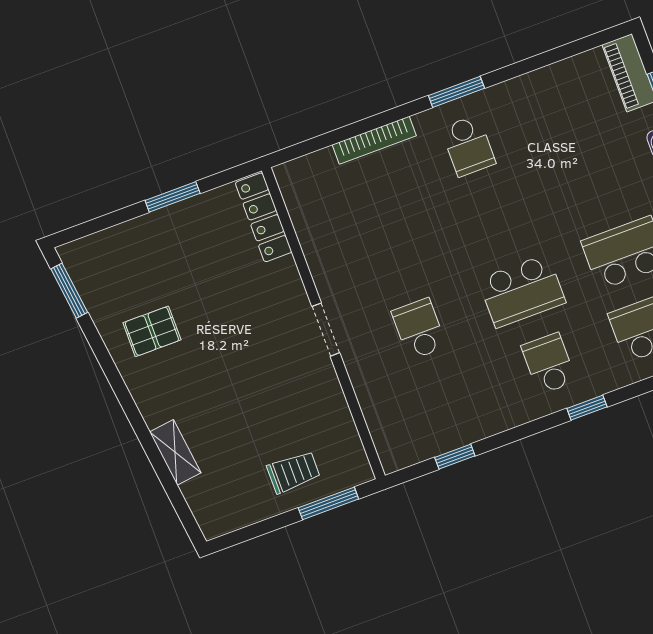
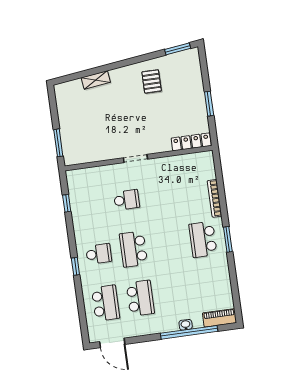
school desk: (468, 146) -> (203, 239), width x1.85
trolley: (293, 472) -> (76, 130), removed

